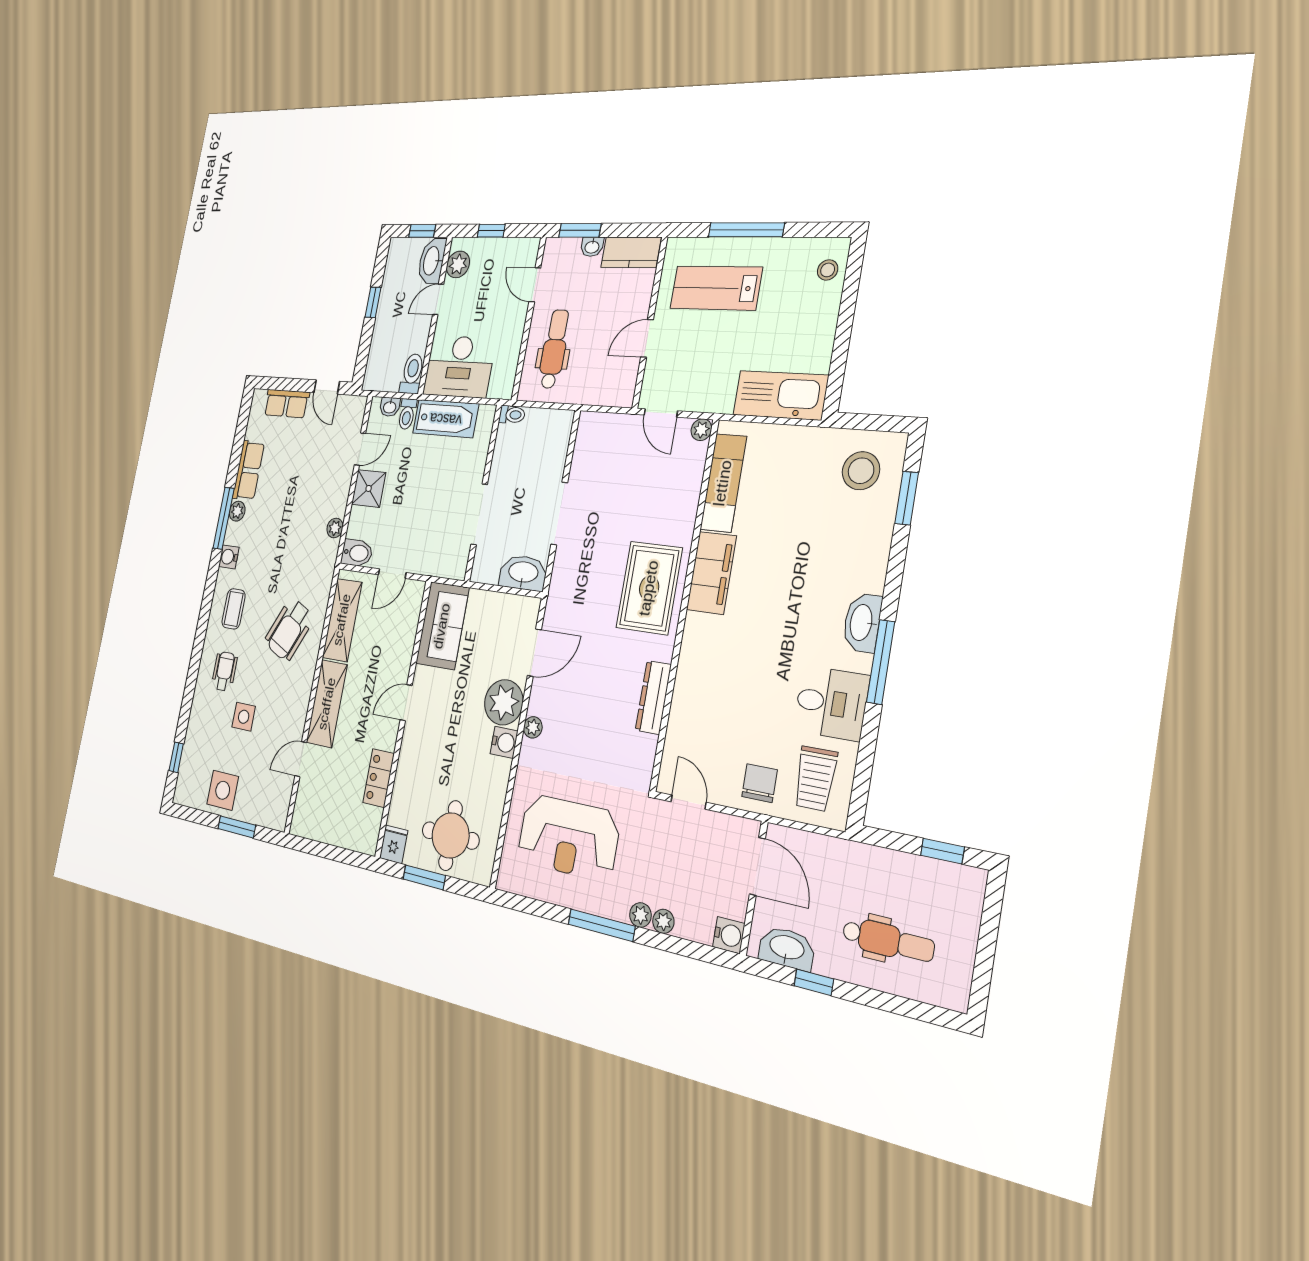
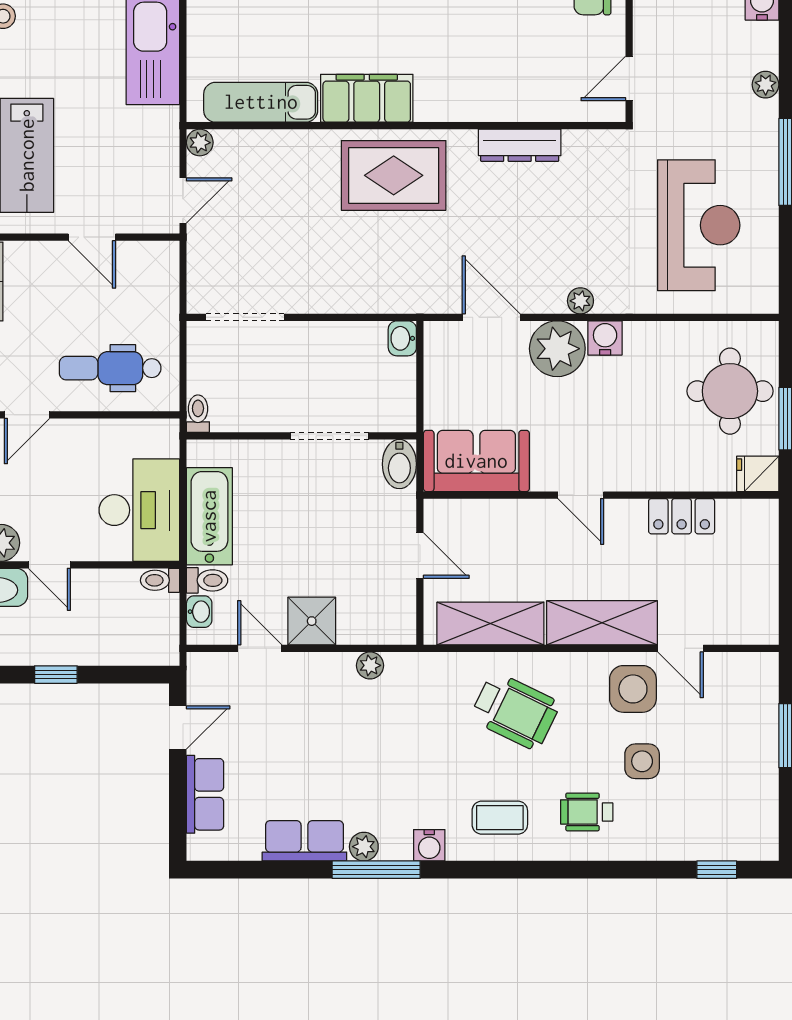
toilet: (412, 374) -> (160, 580), width x0.73, depth x0.72
doorway: (559, 514) -> (245, 317), moved
bidet: (357, 553) -> (399, 464), moved, turned 180
washbasin: (523, 573) -> (402, 338), width x0.52, depth x0.69
side table: (223, 790) -> (633, 689), moved
plant: (640, 915) -> (765, 114), removed

